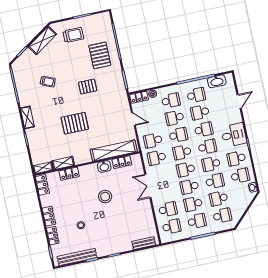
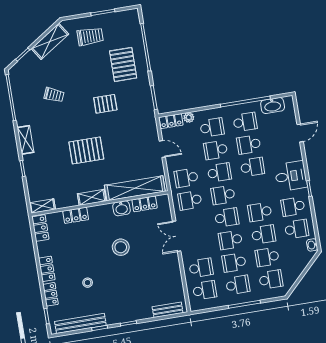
school desk: (207, 147) -> (256, 190), removed
shelving: (63, 163) -> (92, 197), moved
school desk: (186, 169) -> (227, 217), turned 180

